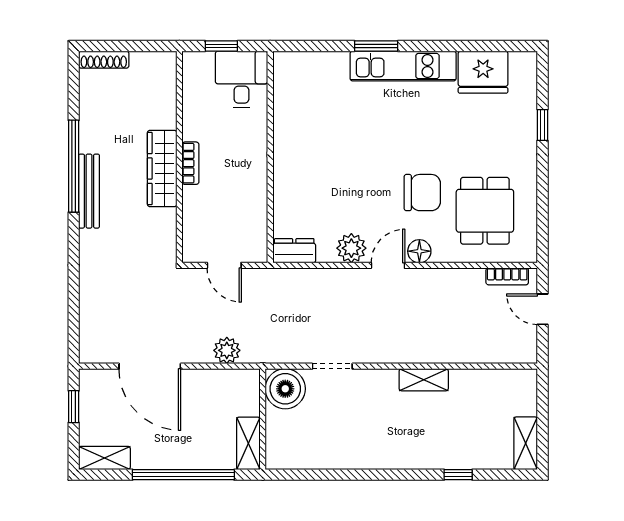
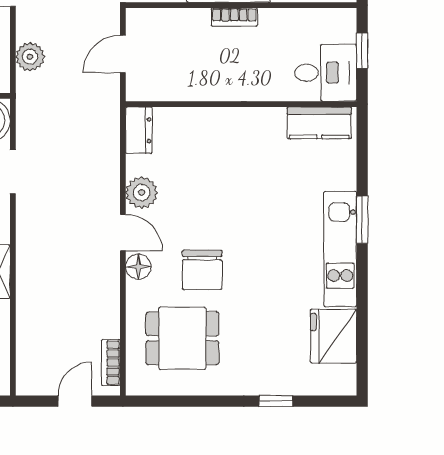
kitchen counter: (287, 85) -> (319, 123), added

